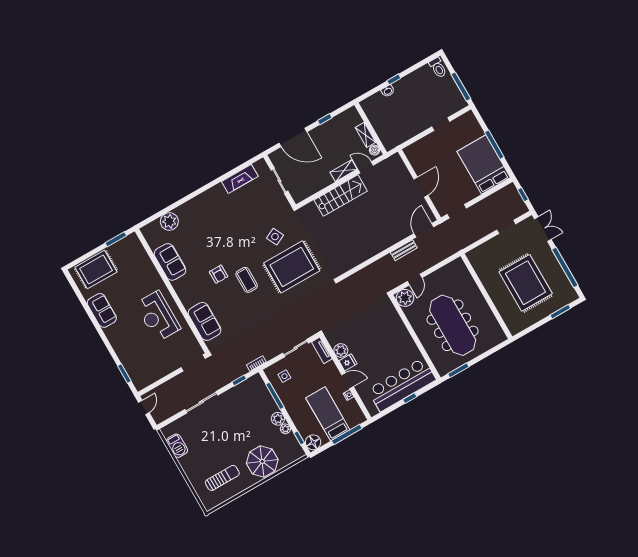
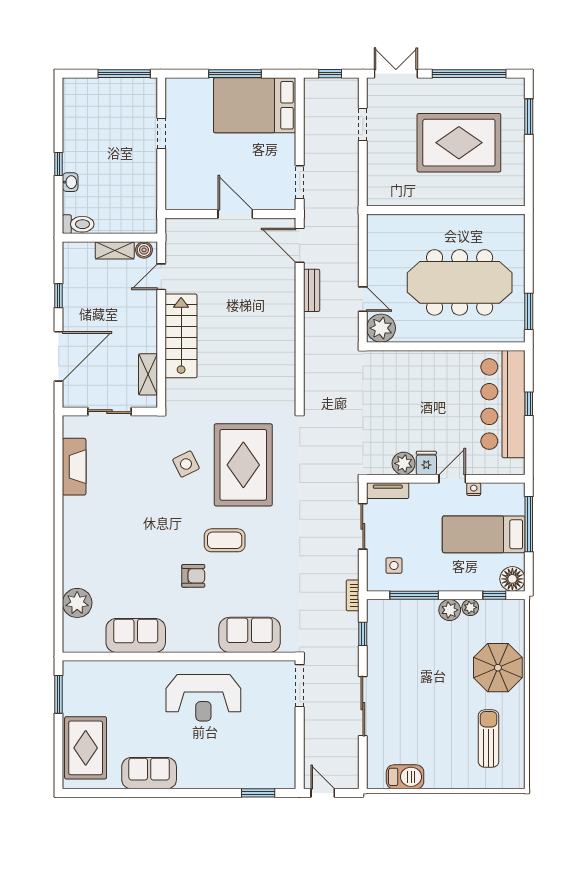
toilet: (438, 68) -> (78, 224), moved
shelving: (344, 171) -> (148, 374), moved

